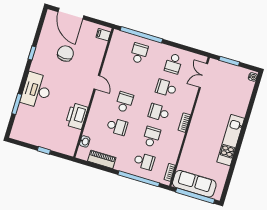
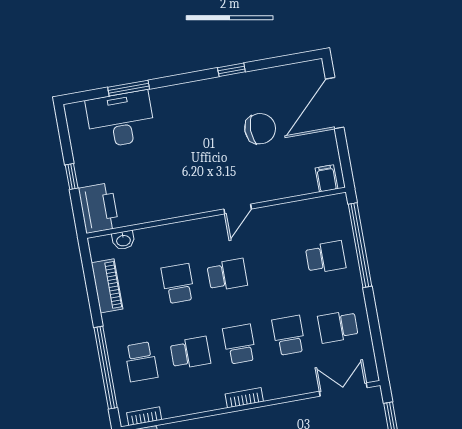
desk: (36, 90) -> (120, 120), moved
printer: (77, 116) -> (98, 208), moved, turned 90
school desk: (117, 127) -> (178, 284), turned 180

